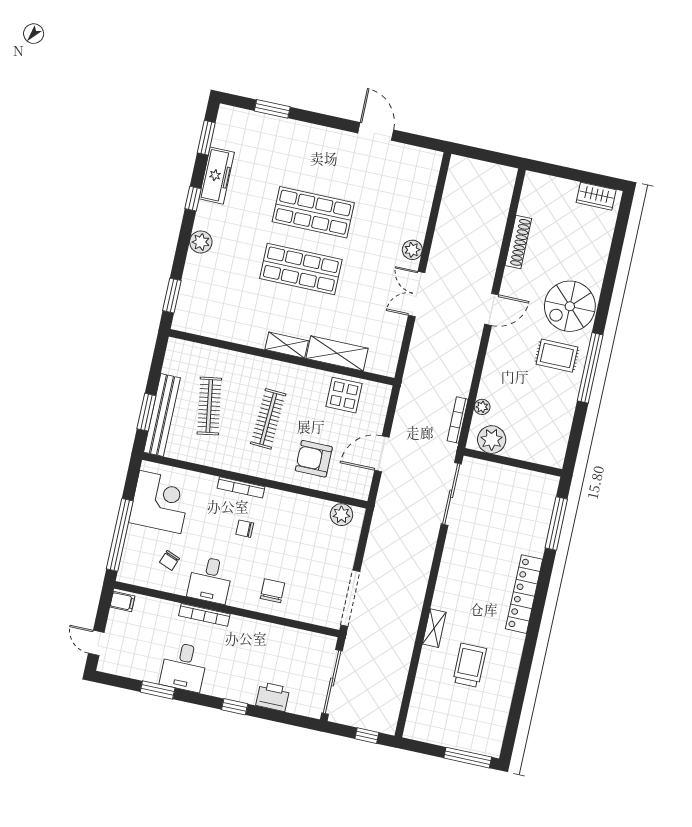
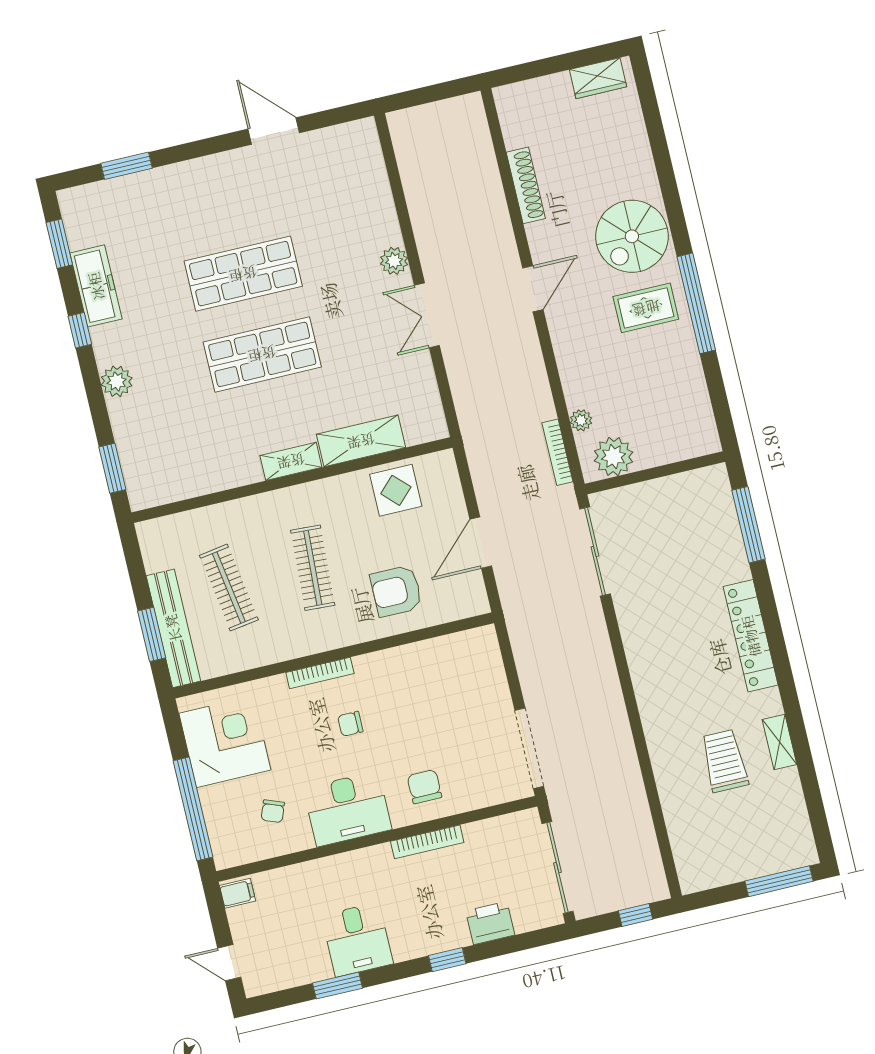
plant: (341, 515) -> (466, 646), removed
desk: (210, 580) -> (348, 809), width x1.37
bookcase: (204, 615) -> (427, 842), moved
shelving: (434, 628) -> (780, 742), moved

